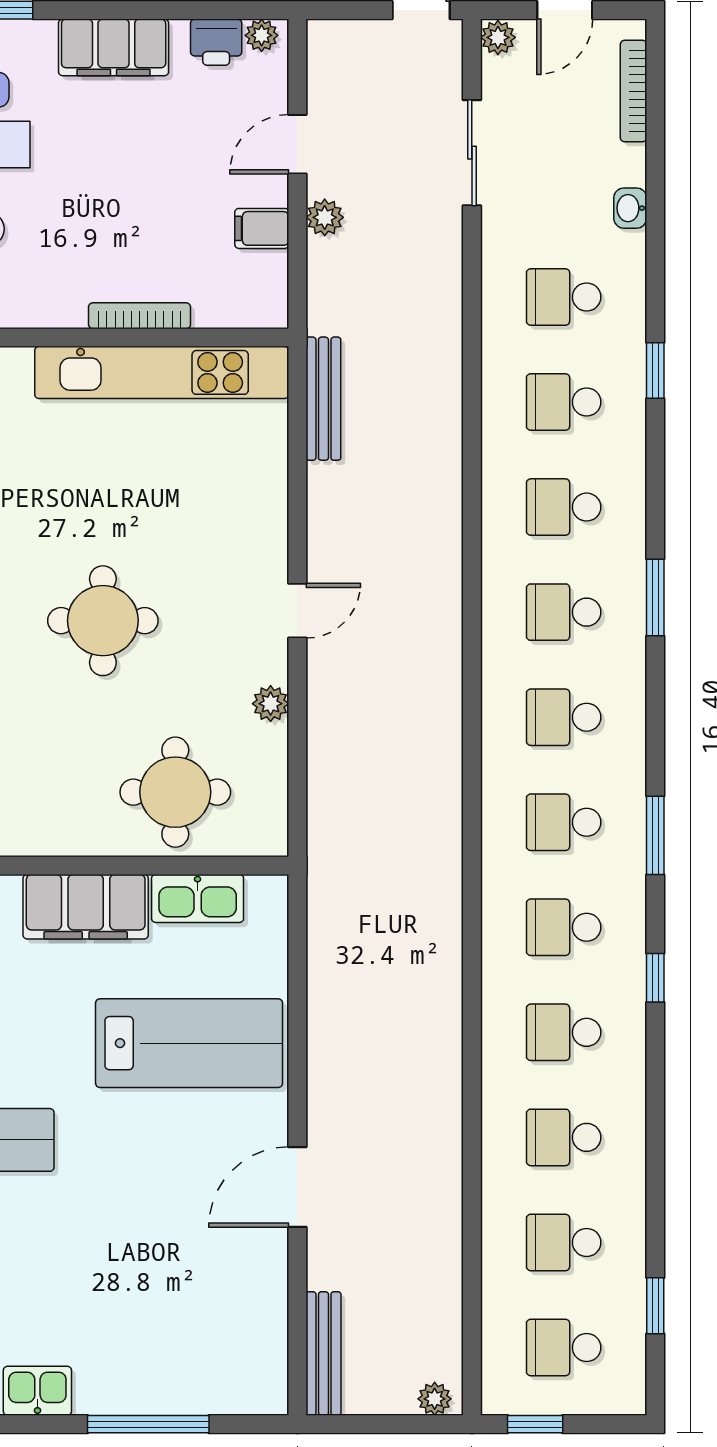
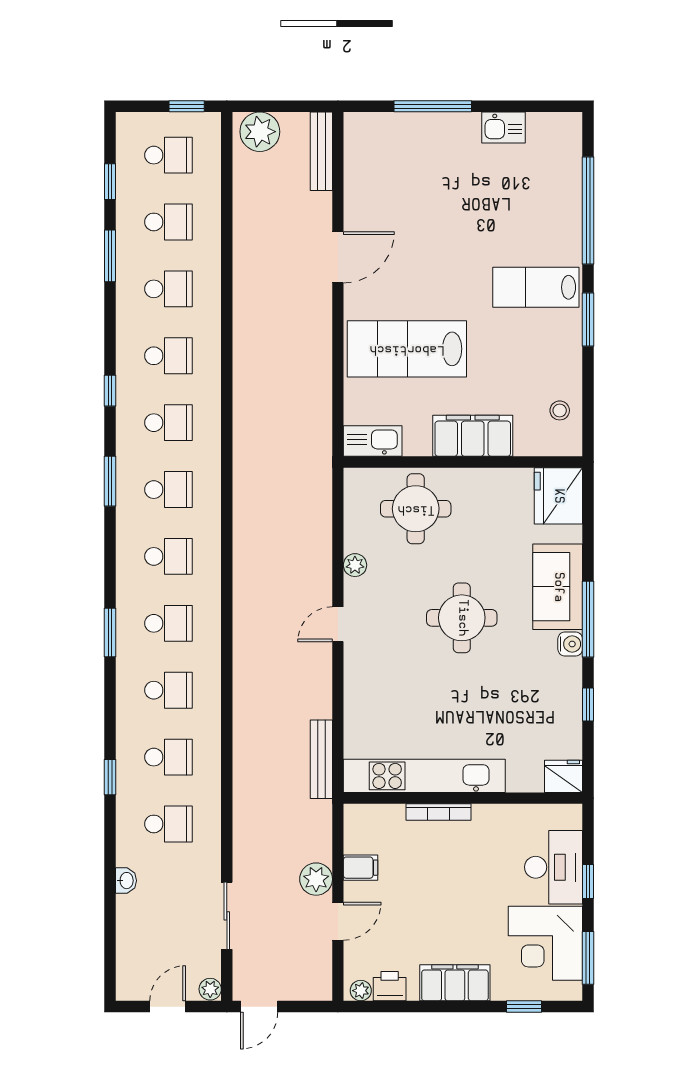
bookcase: (634, 91) -> (124, 955), removed
plant: (325, 217) -> (316, 879), width x1.38, depth x1.38
kitchen sink: (198, 898) -> (373, 441), moved
window: (655, 1189) -> (110, 256), added
plant: (435, 1399) -> (260, 132), width x1.87, depth x1.87

